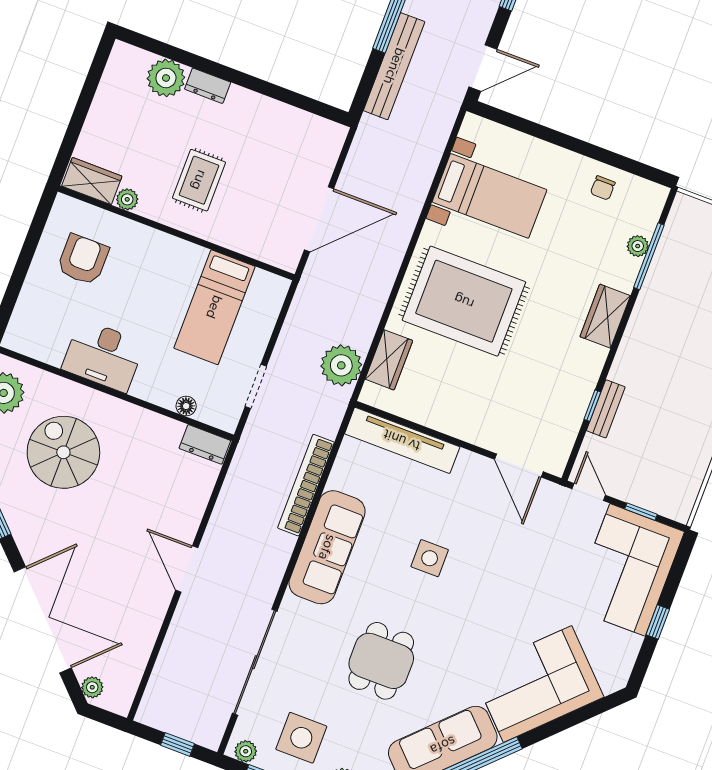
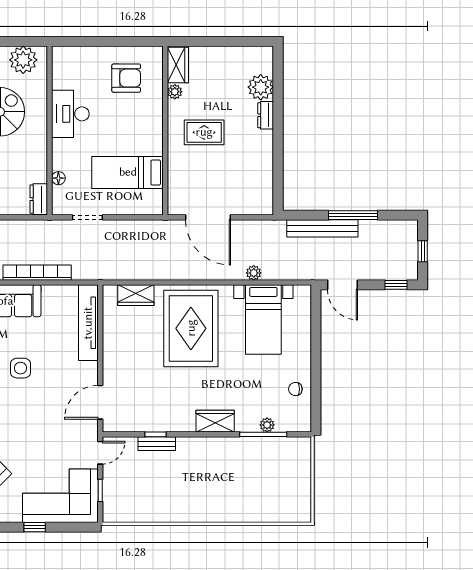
plant: (341, 365) -> (254, 273), moved, width x0.53, depth x0.53

